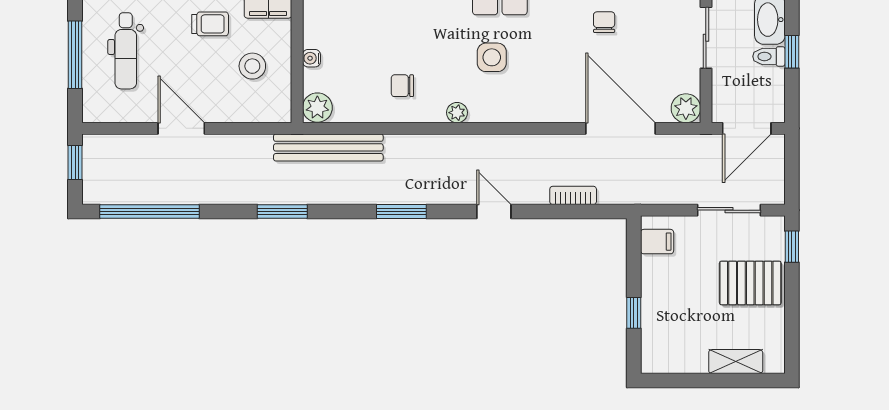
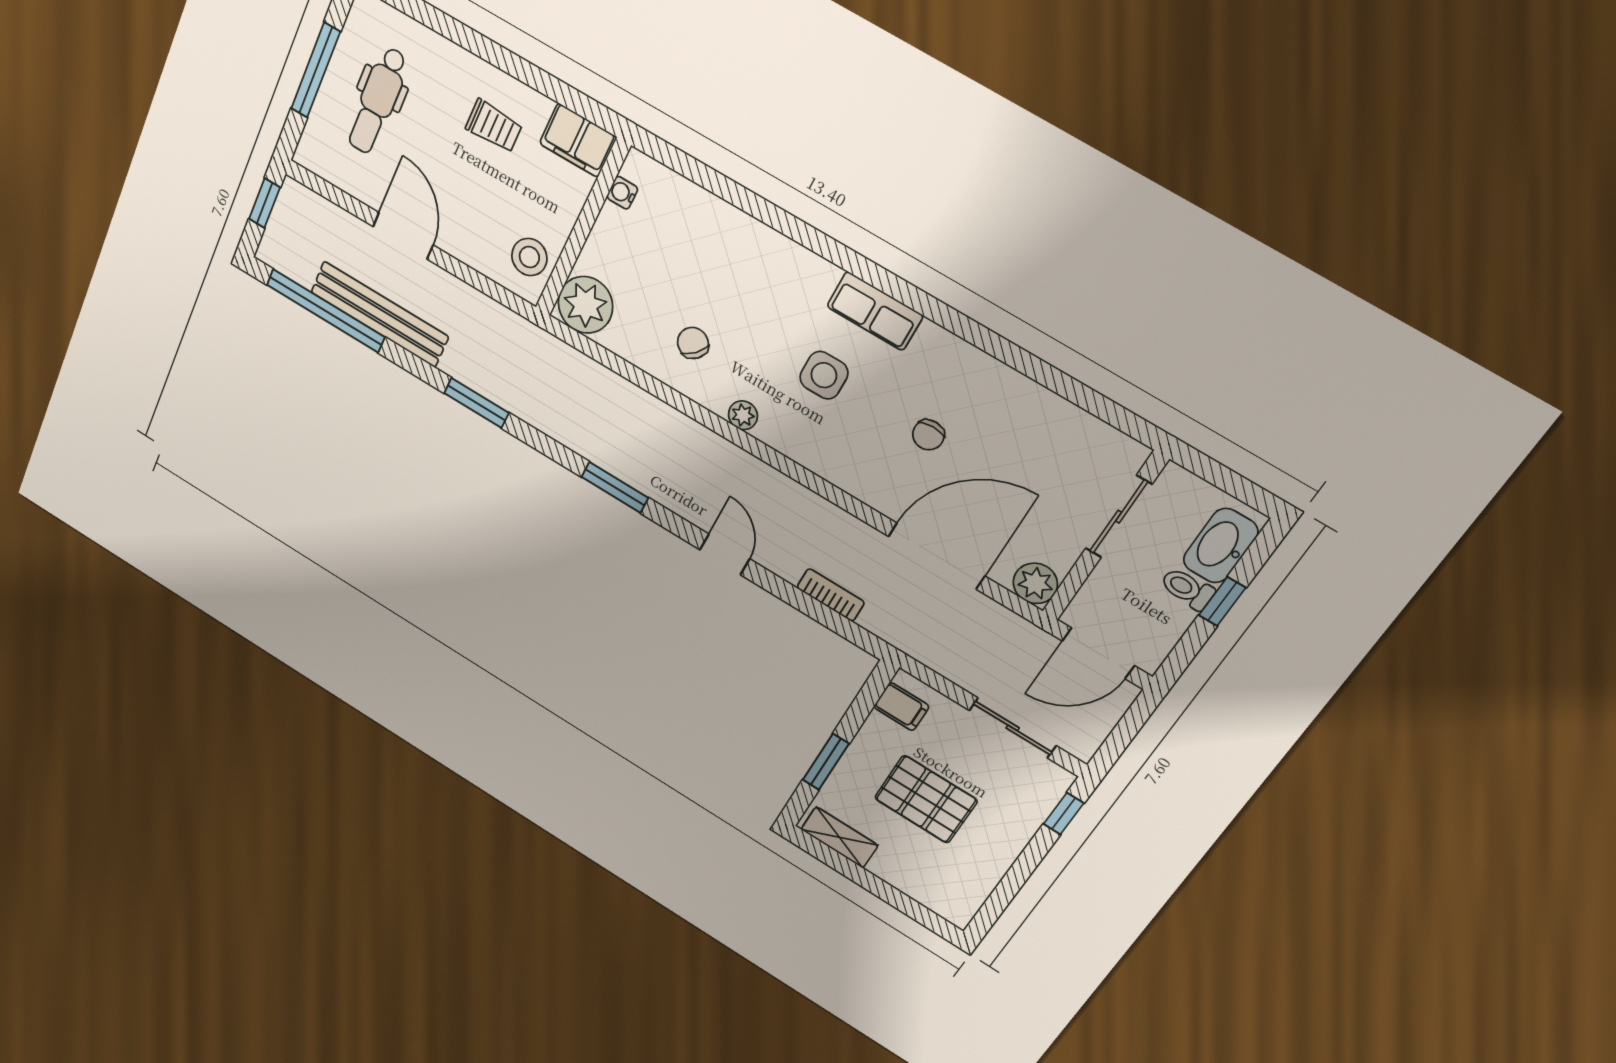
chair: (604, 22) -> (928, 435), moved, turned 180
water cooler: (311, 58) -> (622, 193), moved
stool: (252, 66) -> (529, 257), moved
chair: (402, 86) -> (693, 343), turned 43
plant: (317, 108) -> (585, 305), width x1.36, depth x1.36
door: (620, 128) -> (937, 556), hinge flipped
bench: (328, 147) -> (379, 314), moved
pallet: (750, 283) -> (926, 799), moved
window: (634, 313) -> (826, 762), width x1.50
shelving: (736, 362) -> (839, 837), moved

